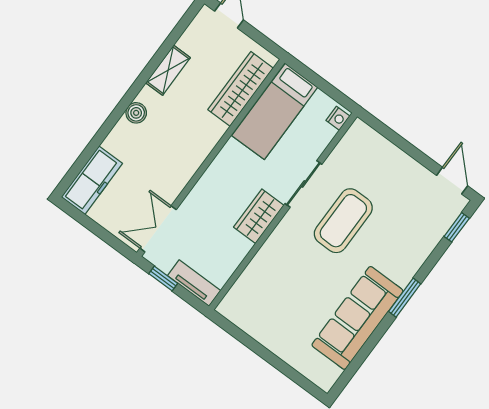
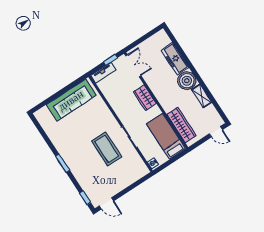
boiler: (136, 113) -> (187, 81), width x1.86, depth x1.86
freezer: (92, 180) -> (175, 59), moved
wardrobe: (259, 216) -> (145, 98), moved, turned 180
sofa: (357, 318) -> (71, 100), moved, turned 90

